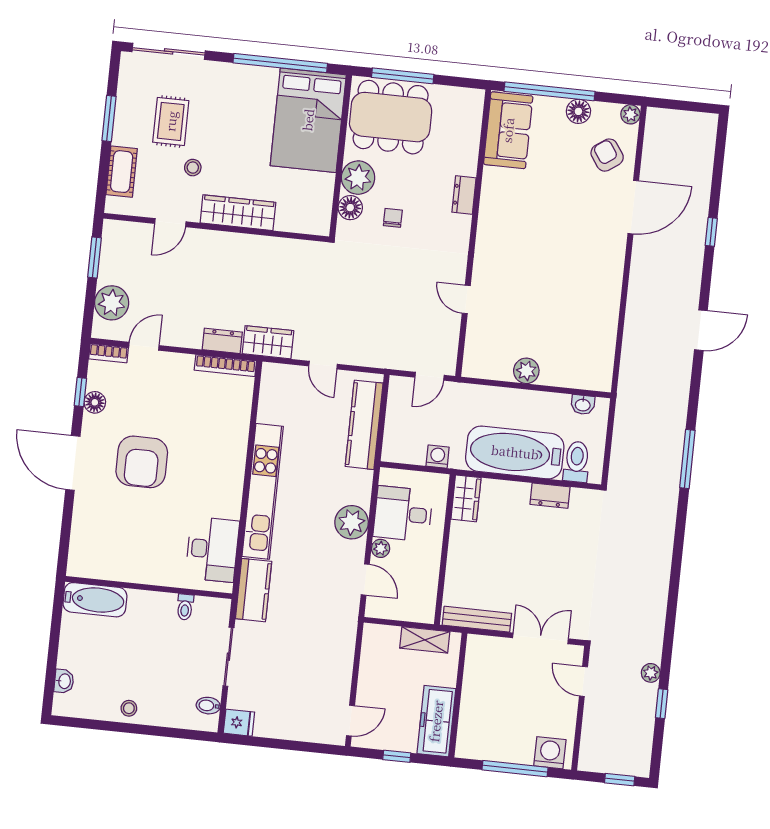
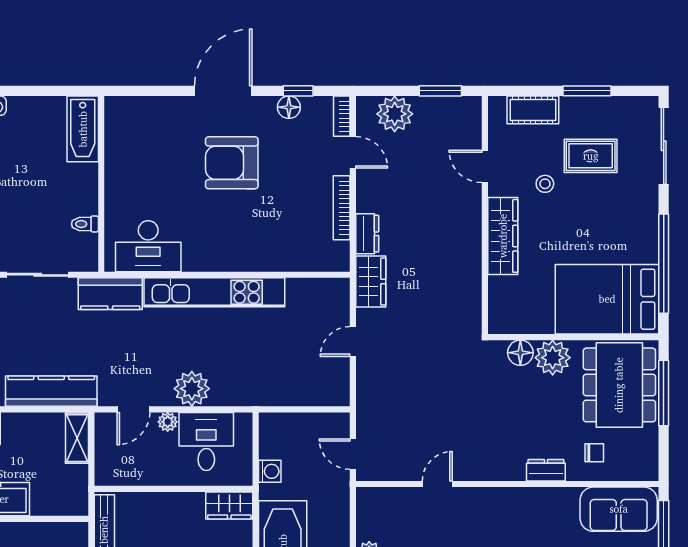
chair: (393, 218) -> (594, 453), moved
bookcase: (225, 366) -> (342, 208), moved
kitchen counter: (364, 425) -> (51, 391), moved
shelving: (425, 640) -> (77, 438), moved

